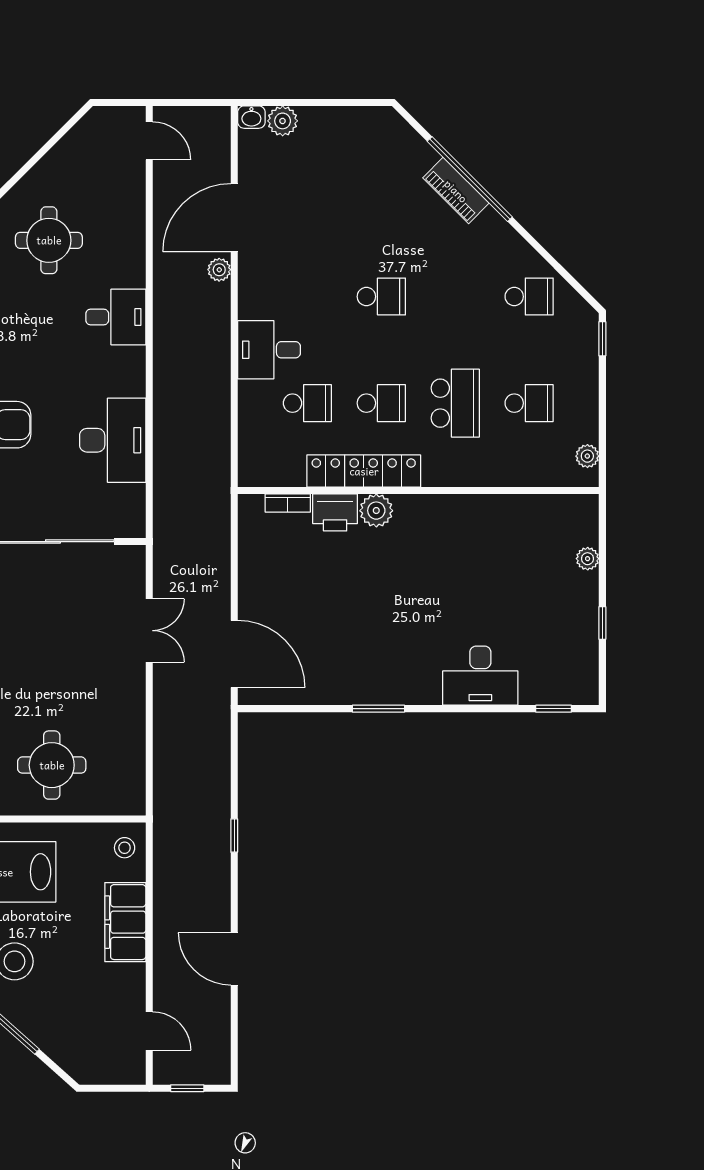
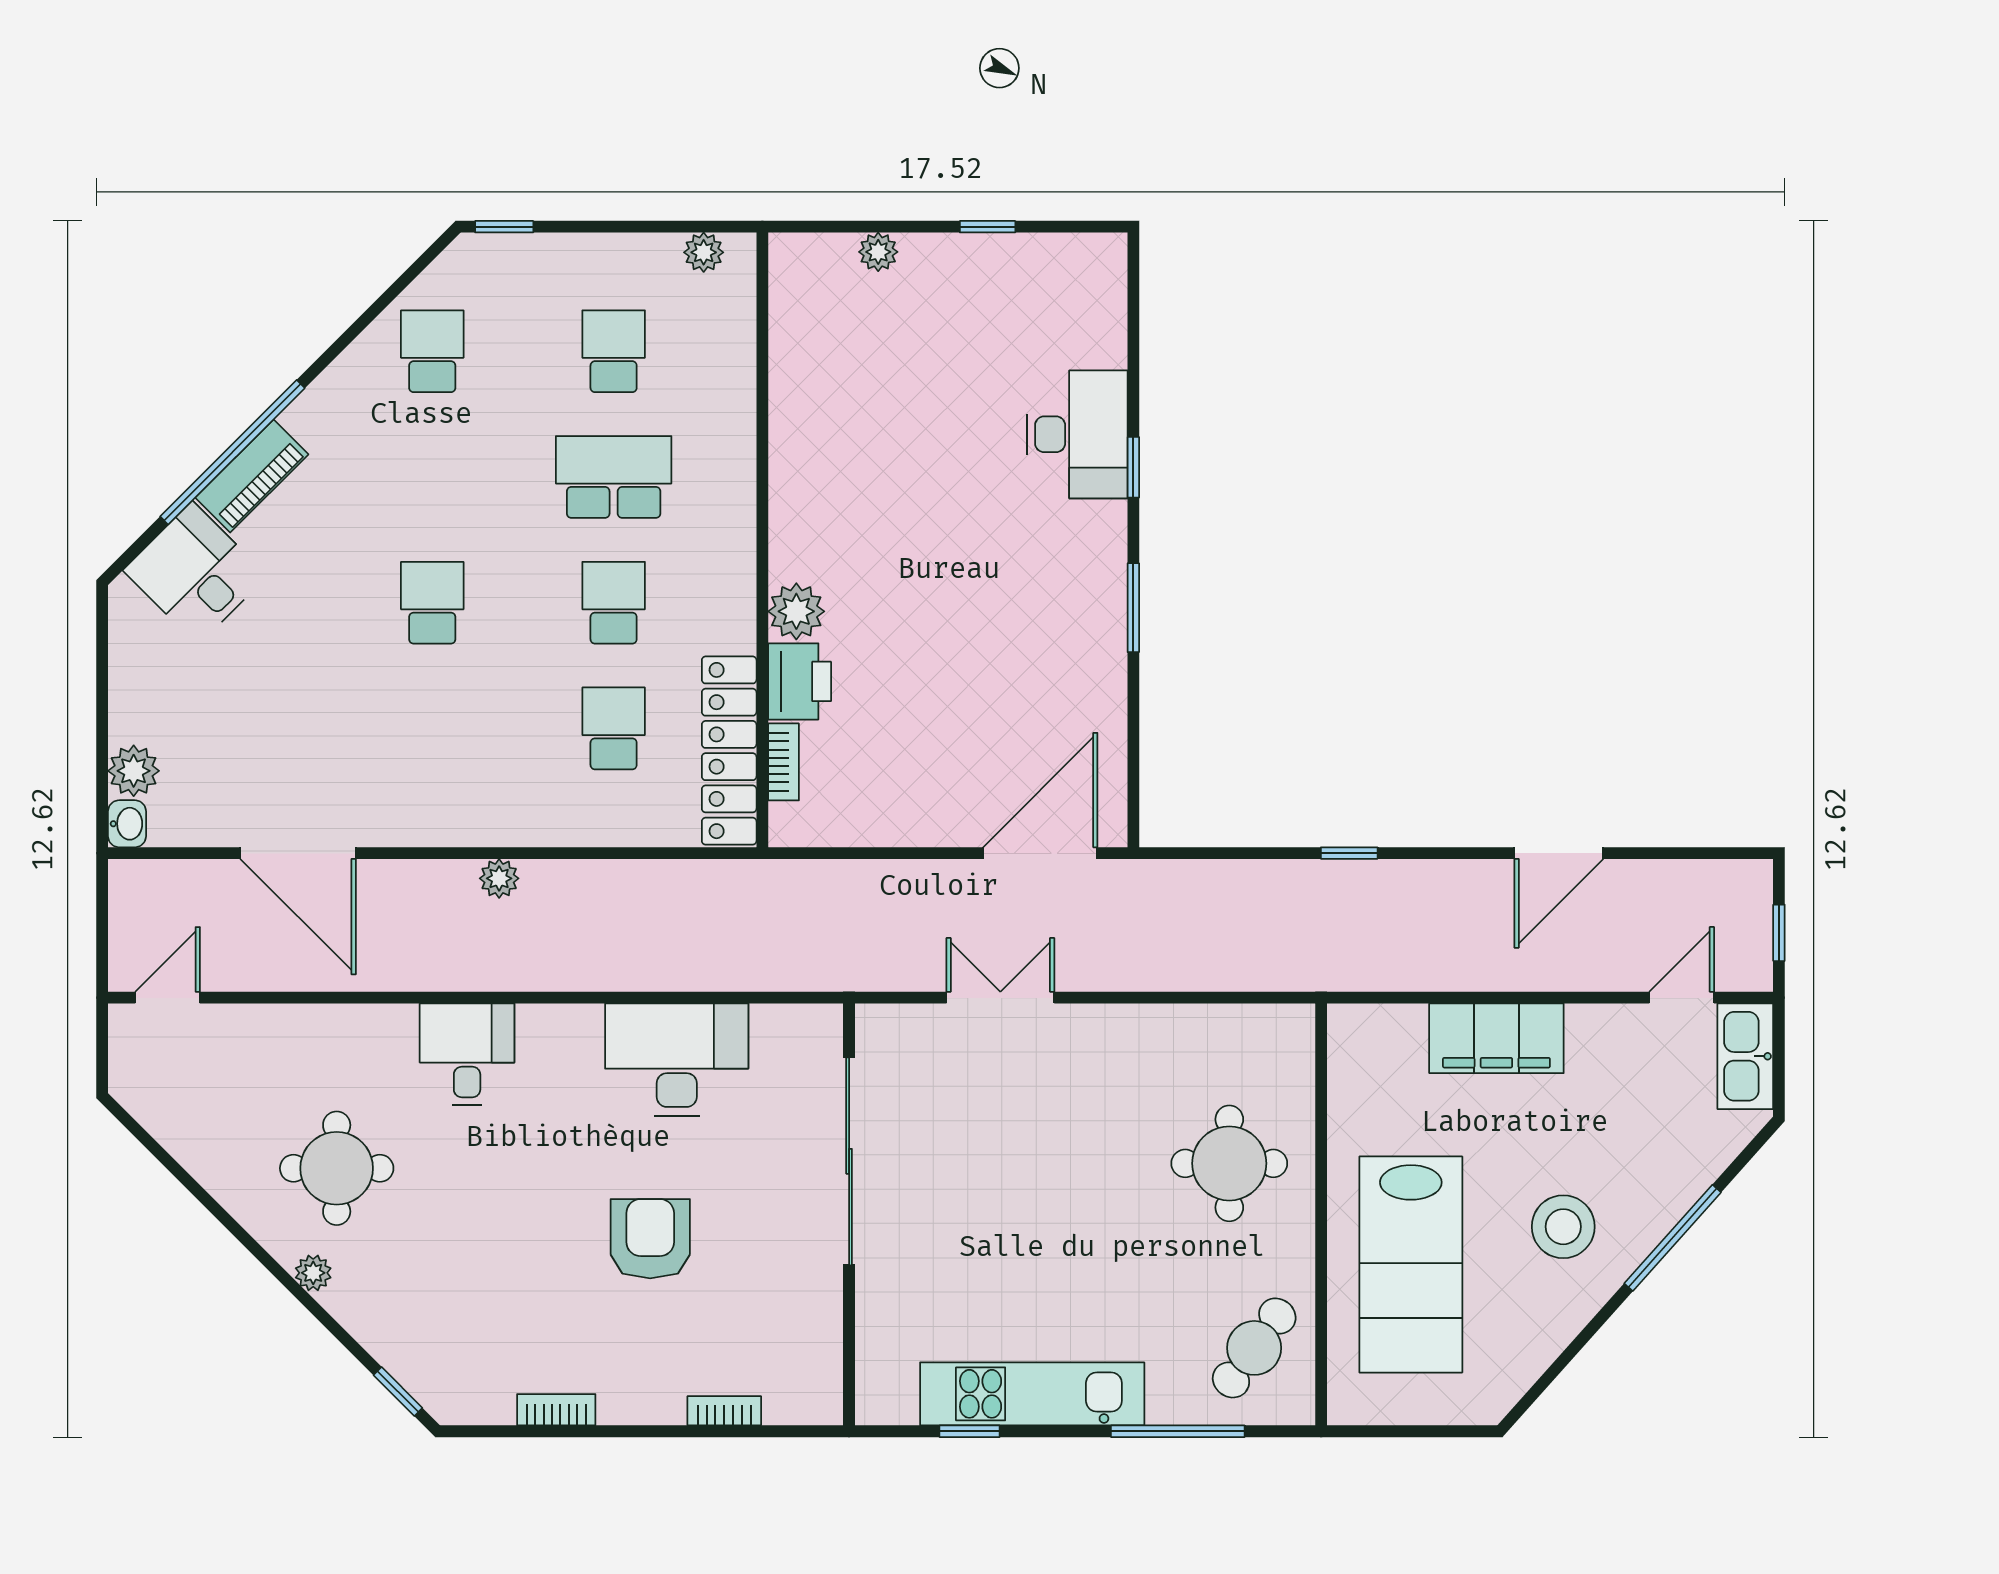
plant: (219, 270) -> (499, 878), moved
desk: (269, 350) -> (195, 573), moved, turned 135
locker: (364, 471) -> (729, 751), moved
window: (554, 709) -> (1133, 467), moved
stool: (125, 848) -> (1370, 1040), removed
kitchen sink: (115, 1068) -> (1745, 1056), added

